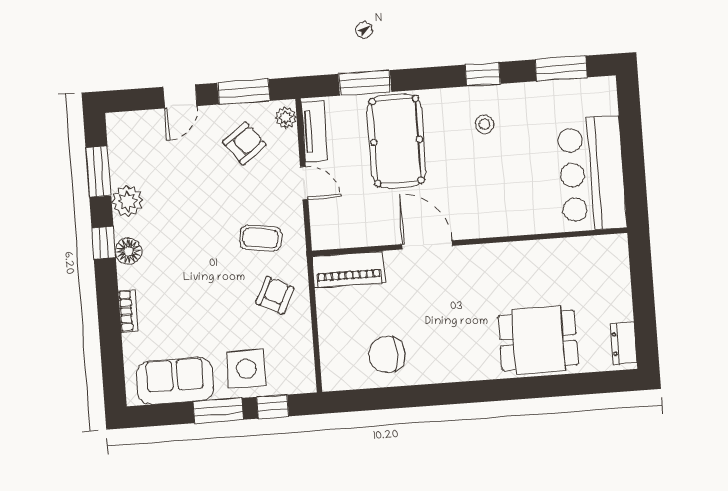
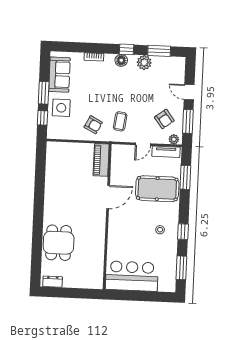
chair: (387, 355) -> (60, 173), removed

